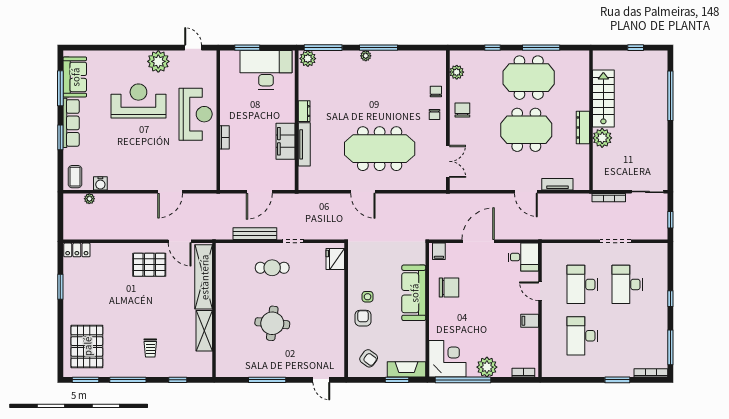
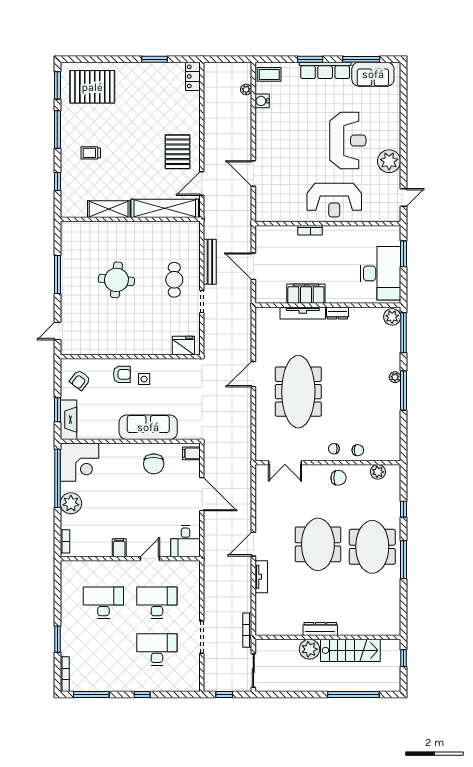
stairs: (603, 99) -> (350, 650), moved
wall: (591, 120) -> (328, 637), moved
dresser: (583, 127) -> (320, 629), moved
plant: (602, 138) -> (309, 649), moved

